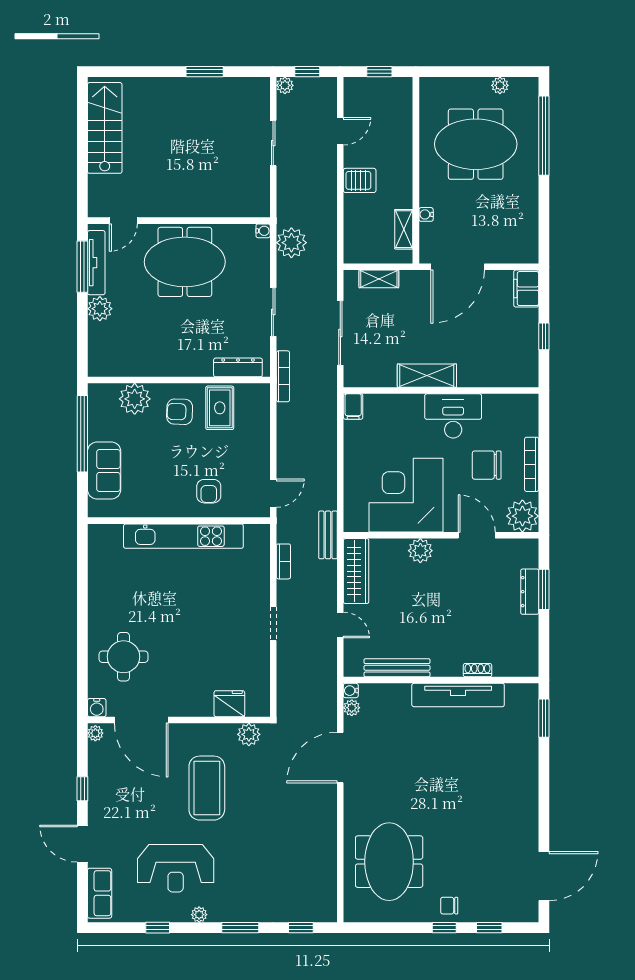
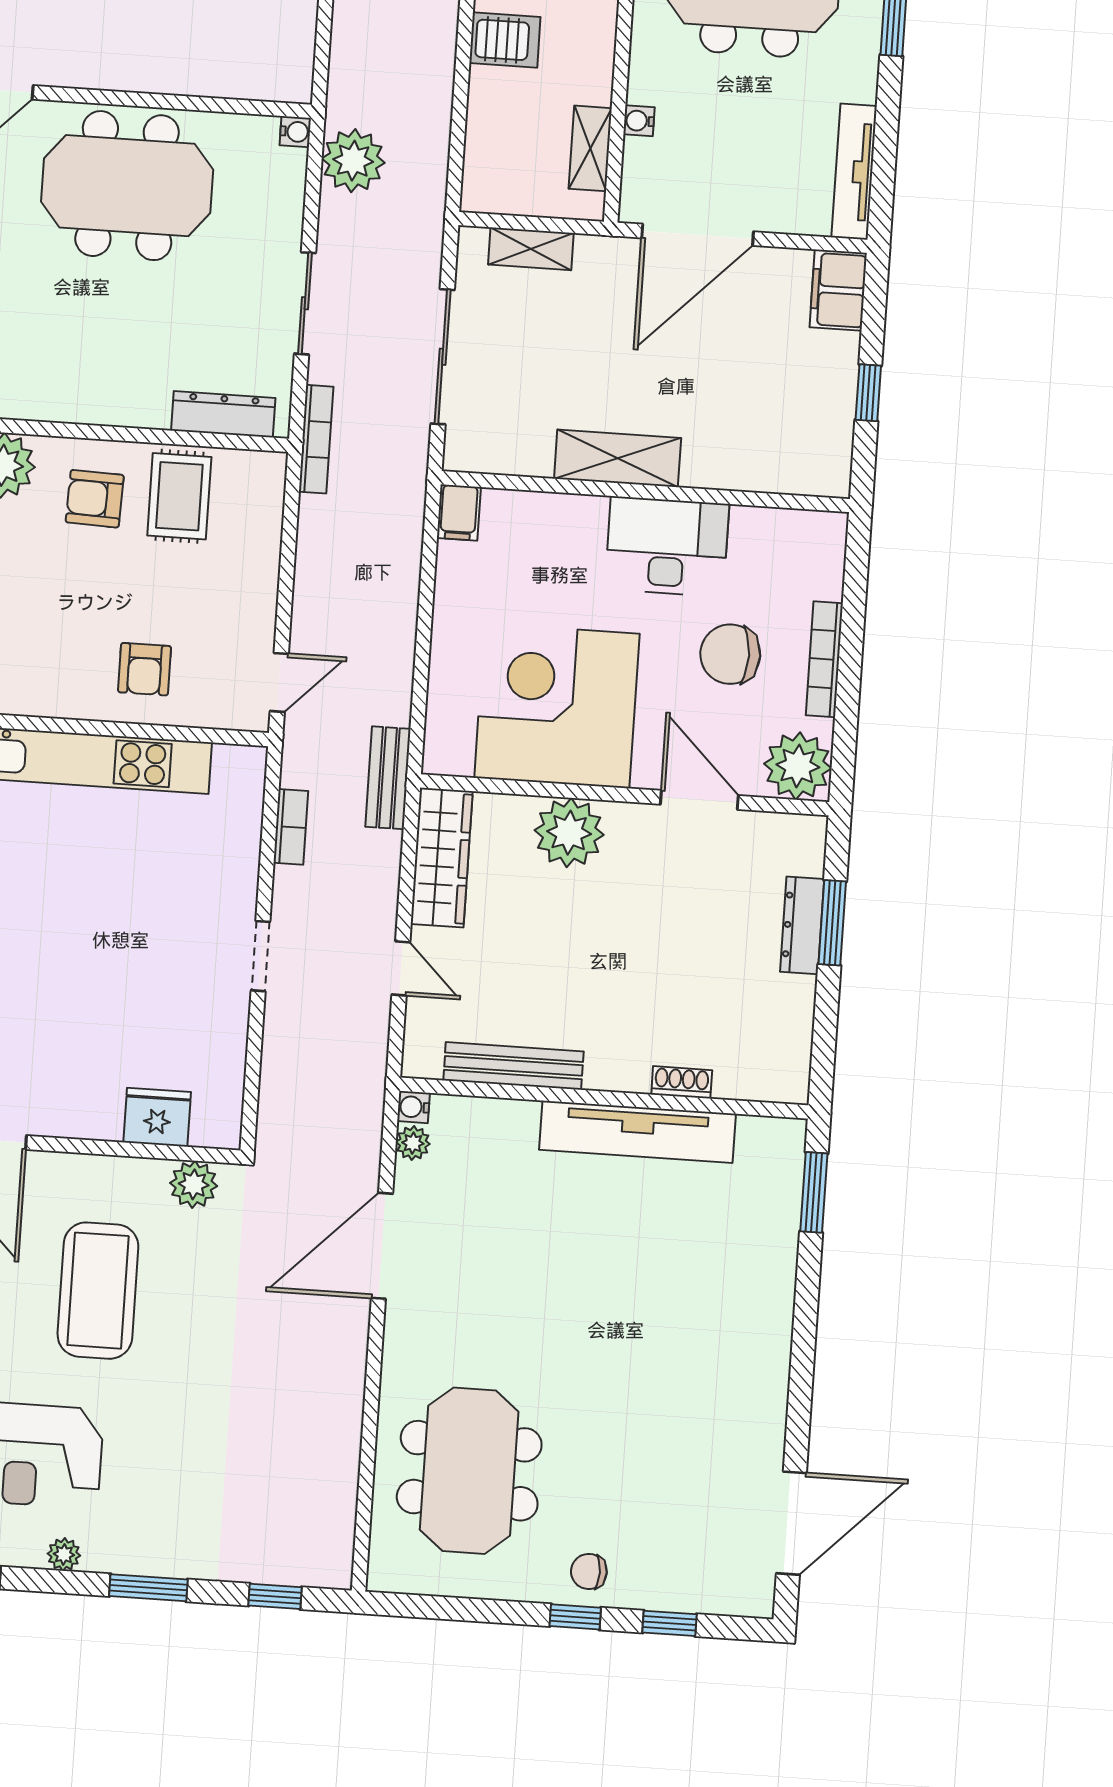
tv unit: (530, 232) -> (854, 172), added
plant: (420, 551) -> (569, 833), width x1.36, depth x1.36

